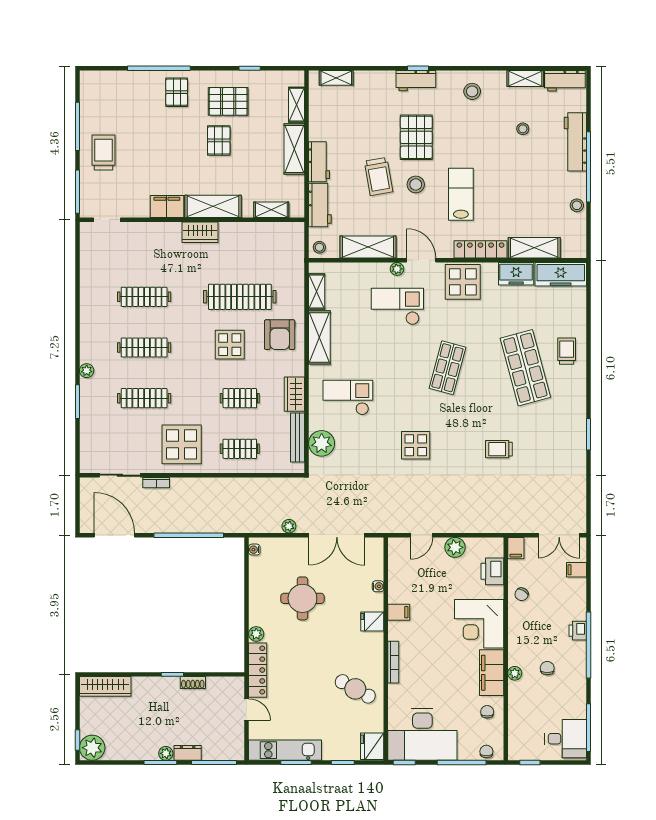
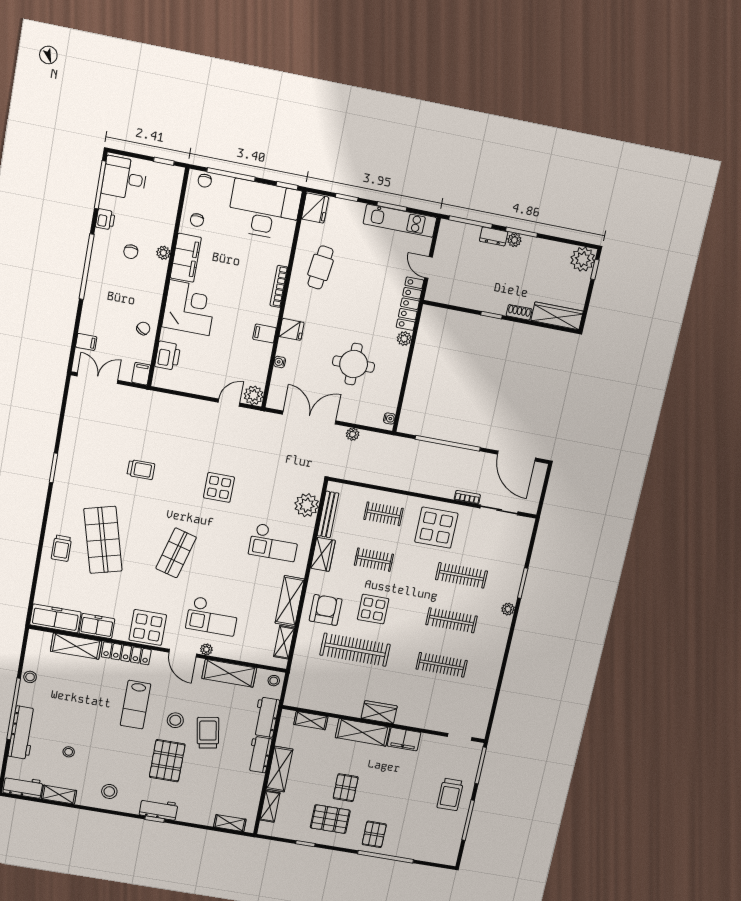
plant: (455, 547) -> (254, 395), moved
printer: (578, 631) -> (105, 219), moved
shoe rack: (193, 683) -> (519, 312), moved
cafe table: (355, 689) -> (320, 267), turned 68

